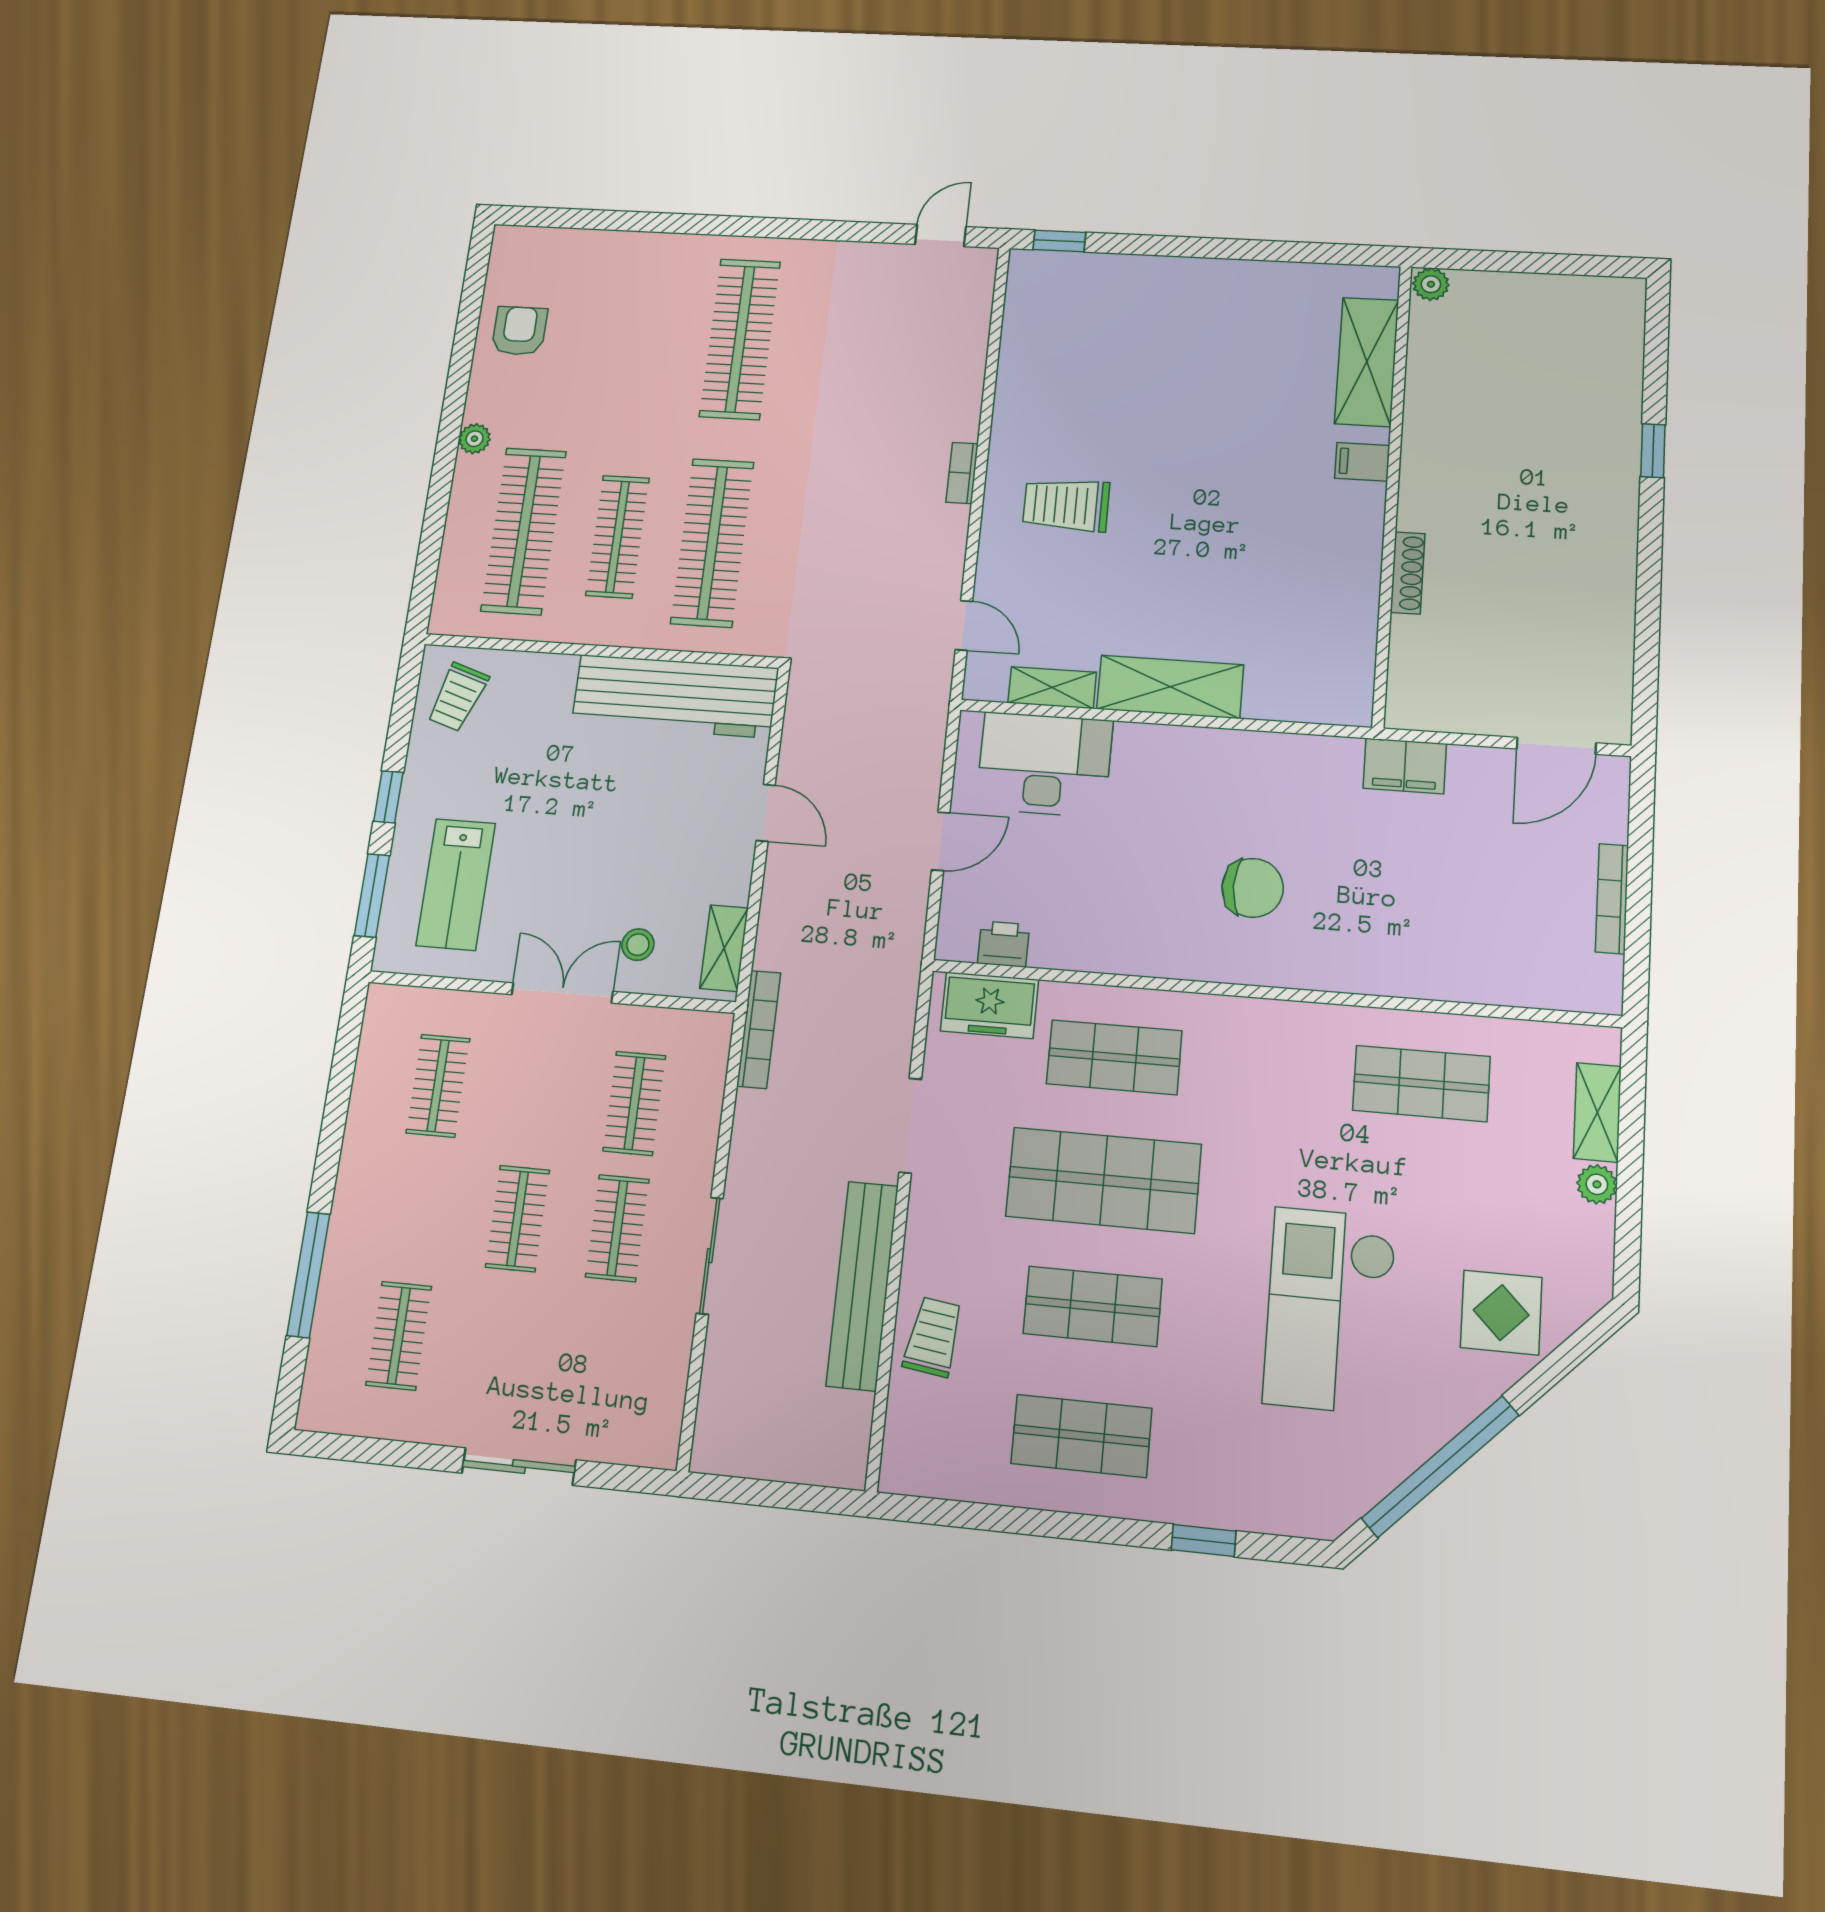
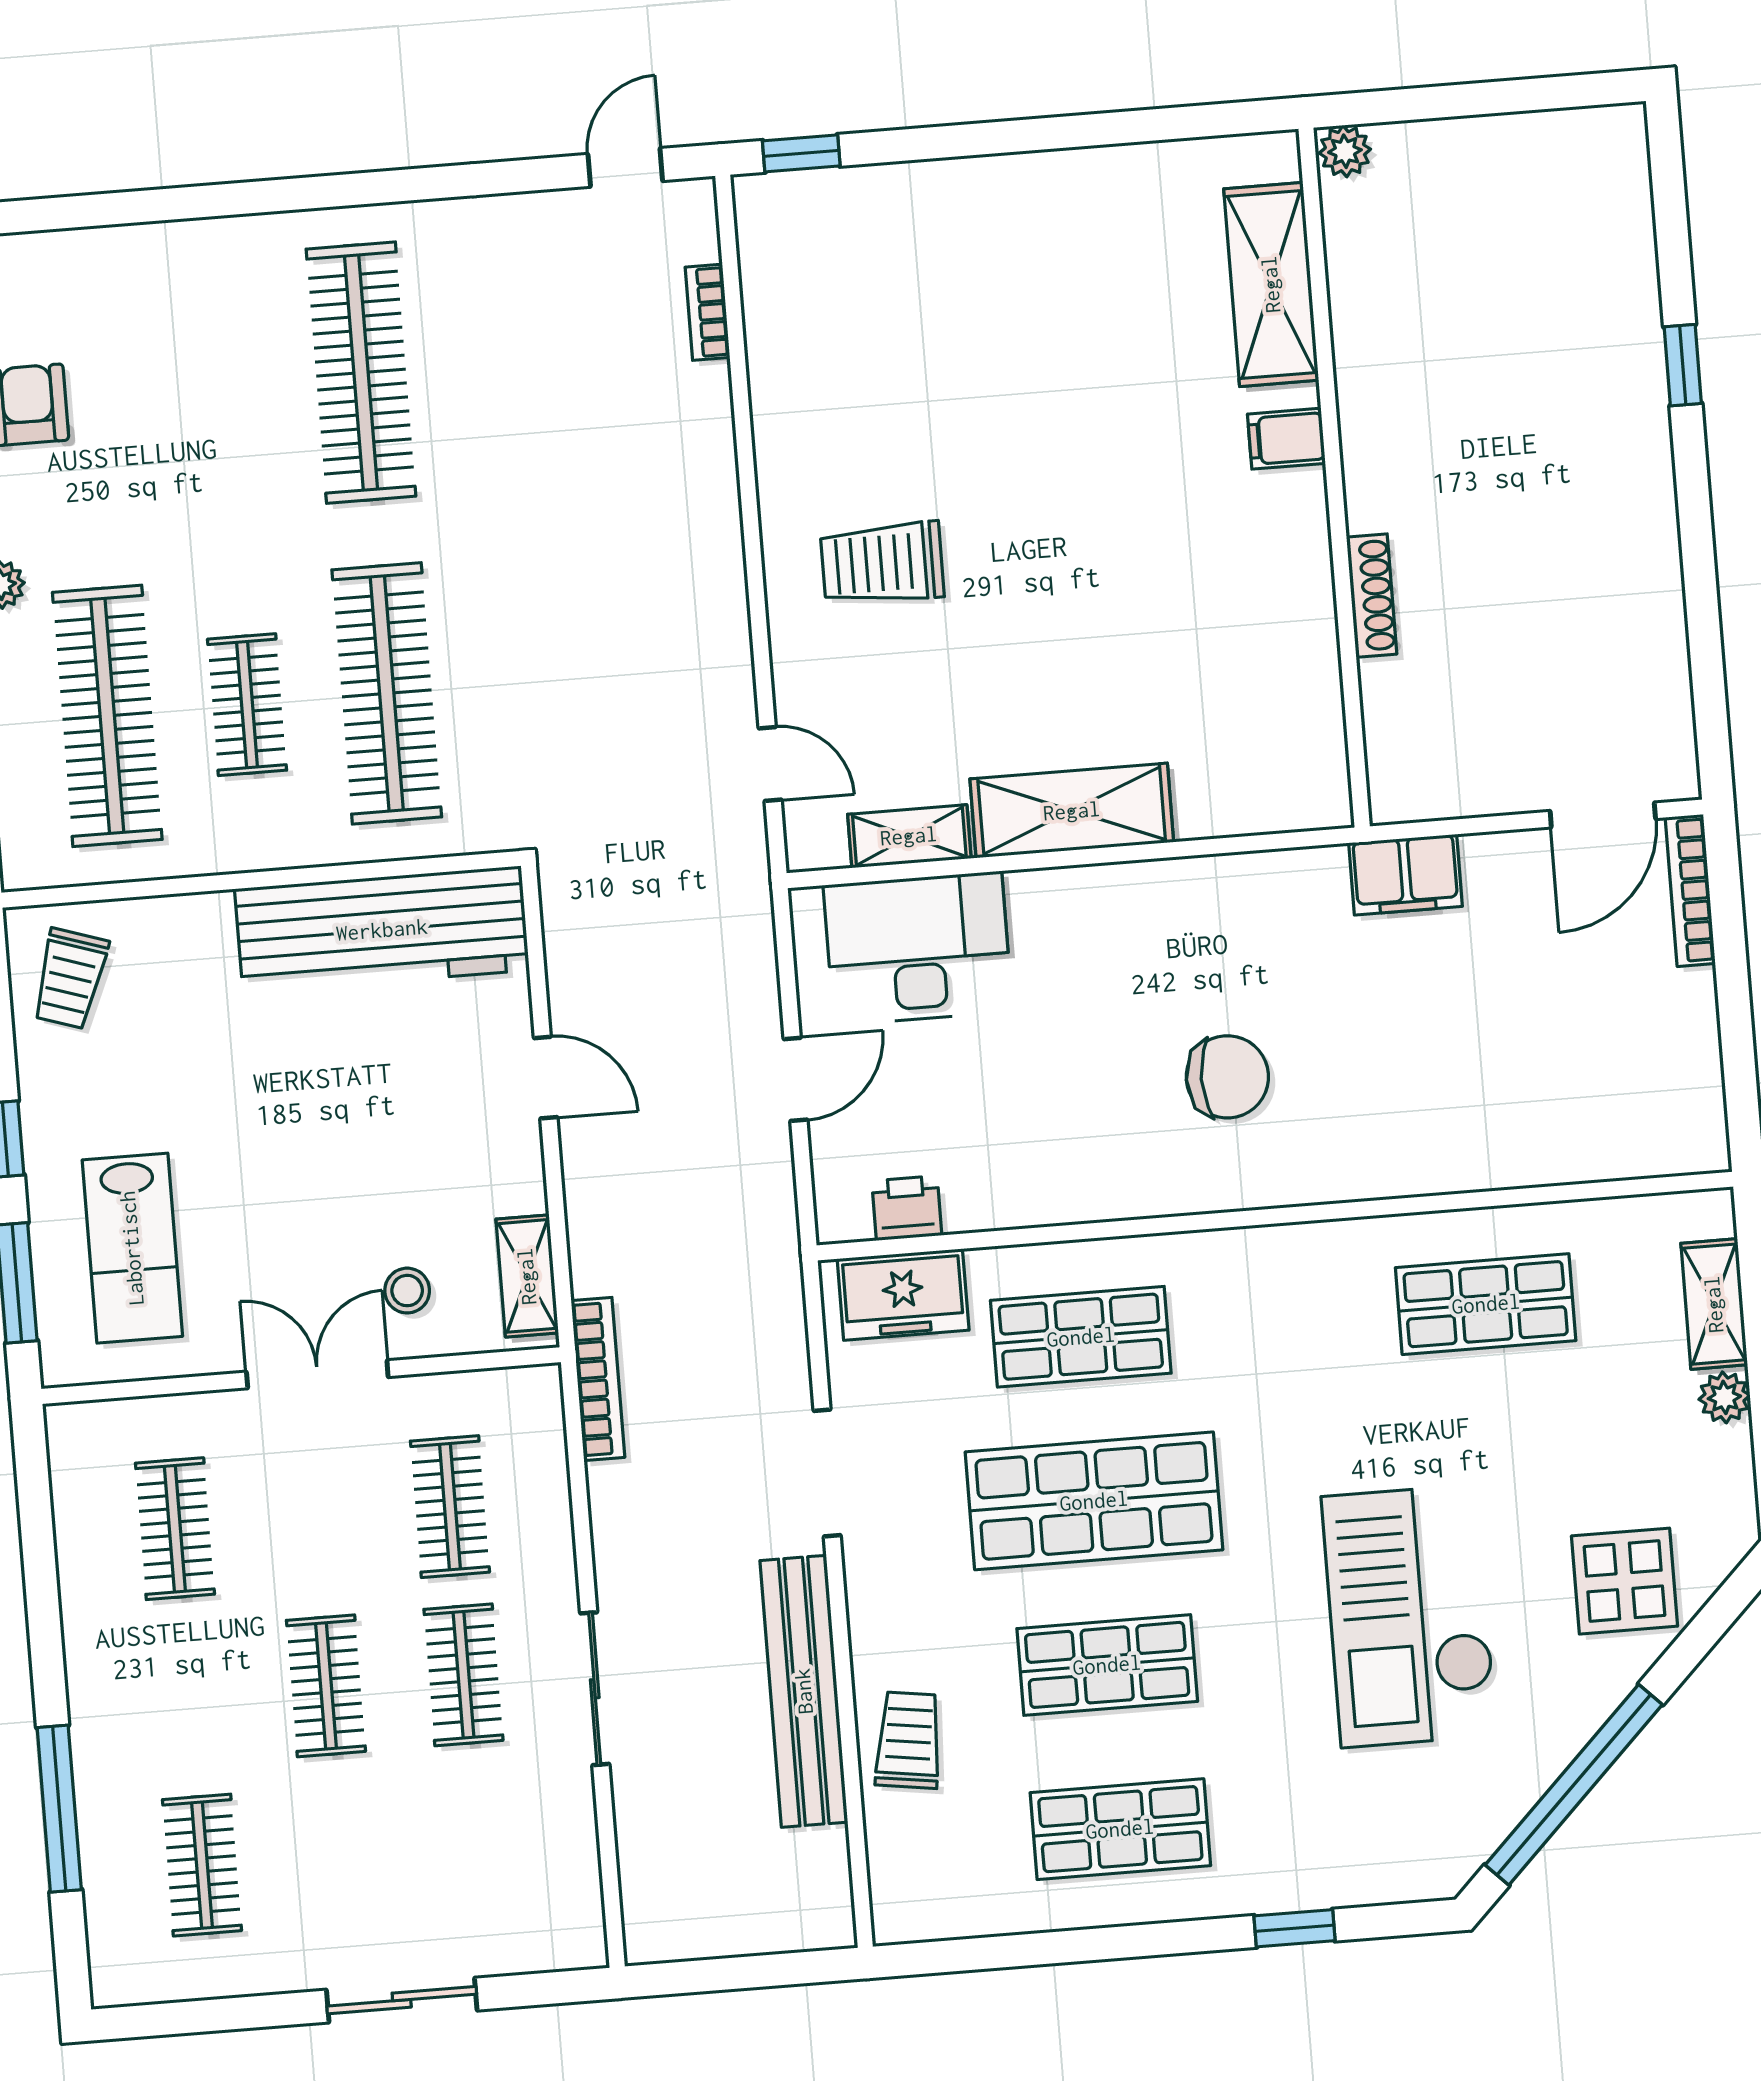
bookcase: (962, 473) -> (707, 312), moved
clothes rail: (618, 537) -> (247, 705), width x0.73
bookcase: (1612, 899) -> (1690, 890), moved

